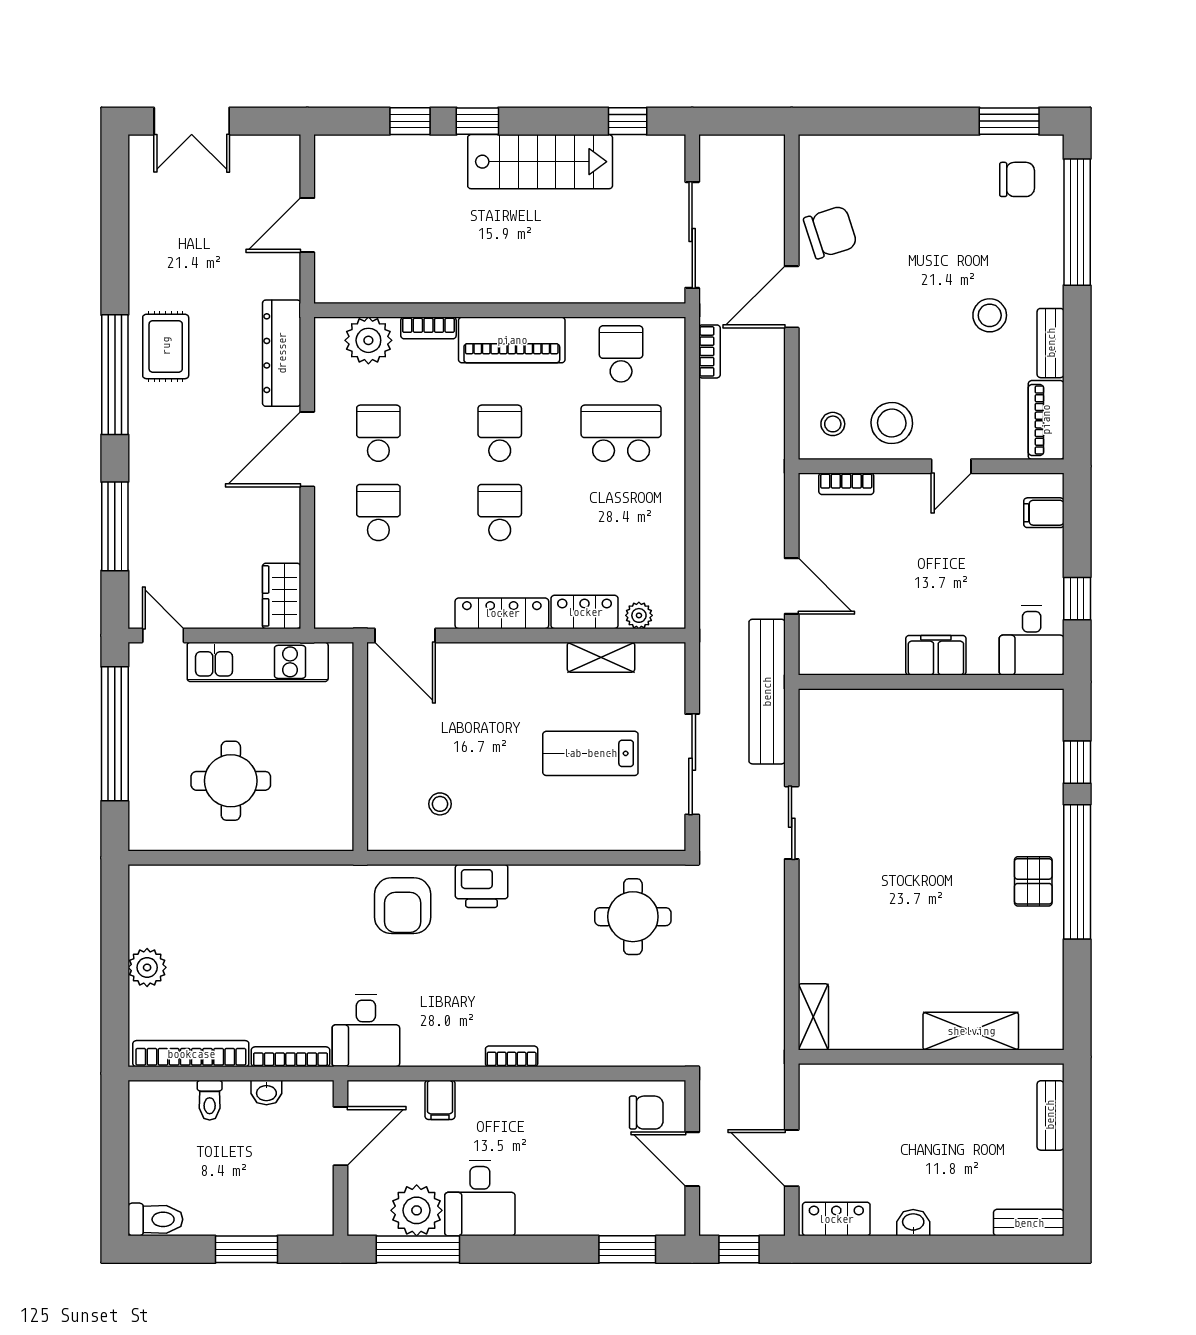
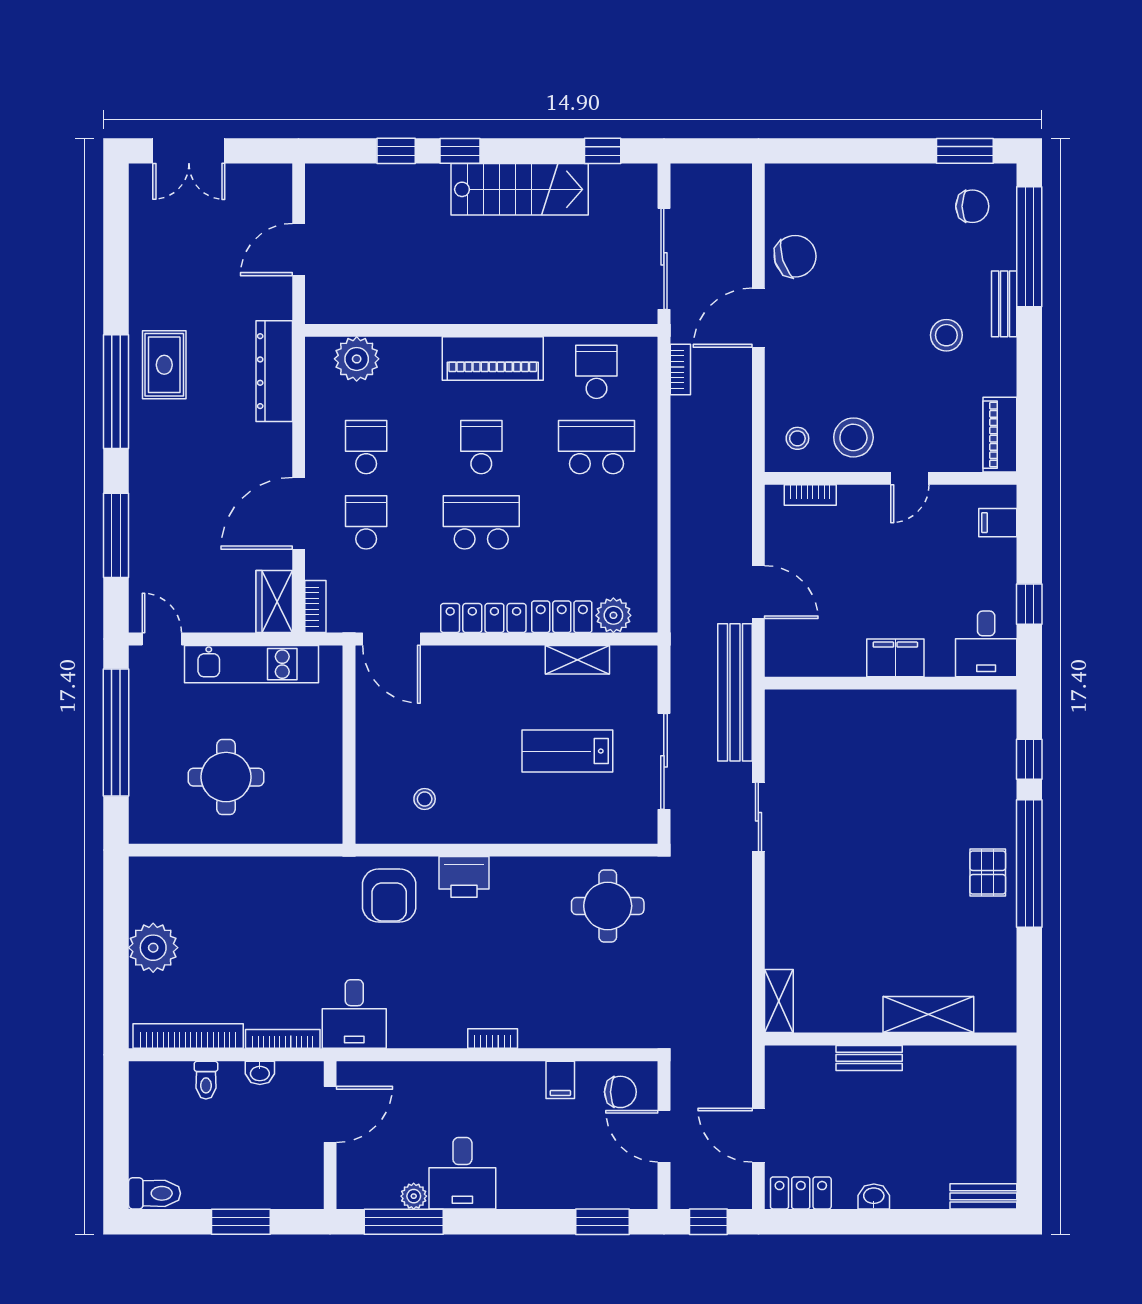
bookcase: (428, 328) -> (315, 607), moved, turned -90
bench: (1051, 343) -> (1004, 304), moved
door: (307, 449) -> (299, 513), moved
school desk: (500, 512) -> (481, 522), width x1.85
plant: (639, 615) -> (613, 615), width x1.38, depth x1.38
plant: (147, 967) -> (153, 948), width x1.36, depth x1.36
filing cabinet: (440, 1100) -> (560, 1080), moved
bench: (1050, 1115) -> (869, 1058), moved, turned 90
plant: (417, 1210) -> (414, 1196), width x0.53, depth x0.53

